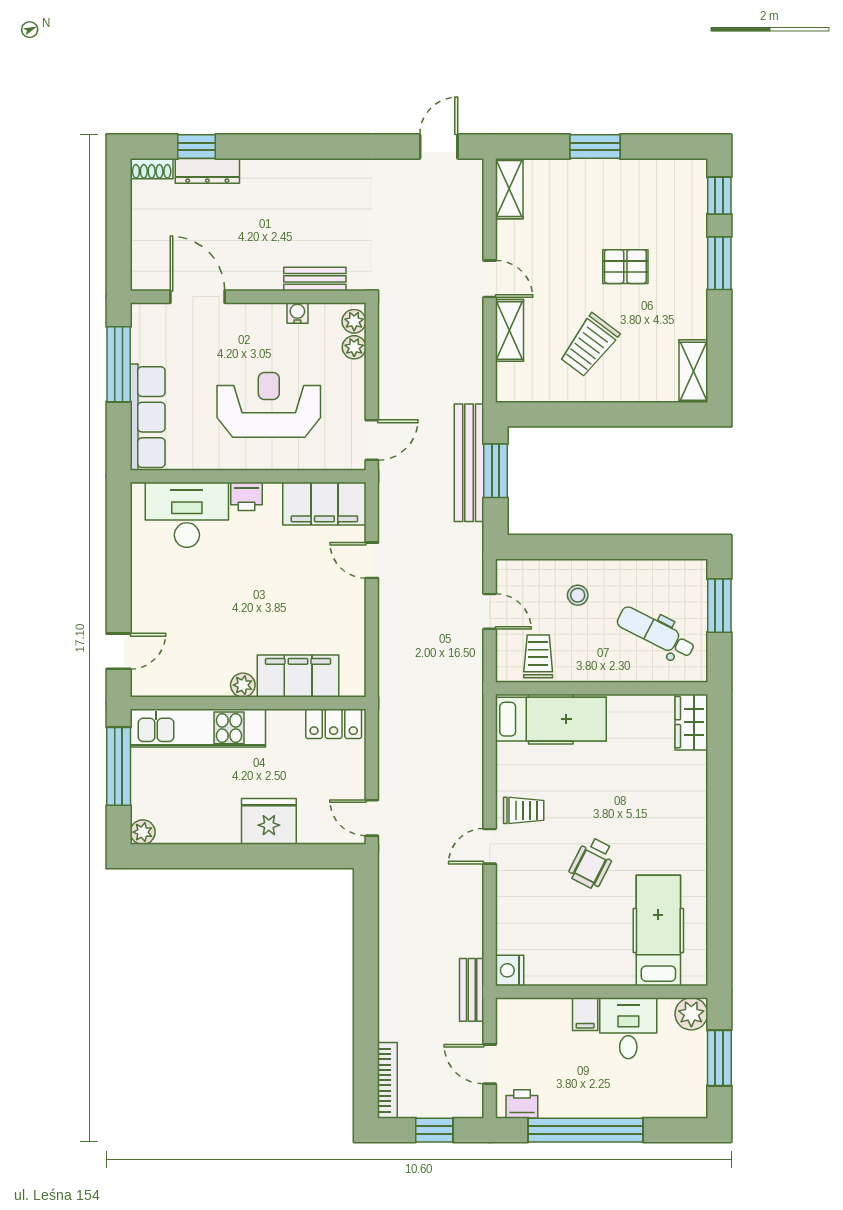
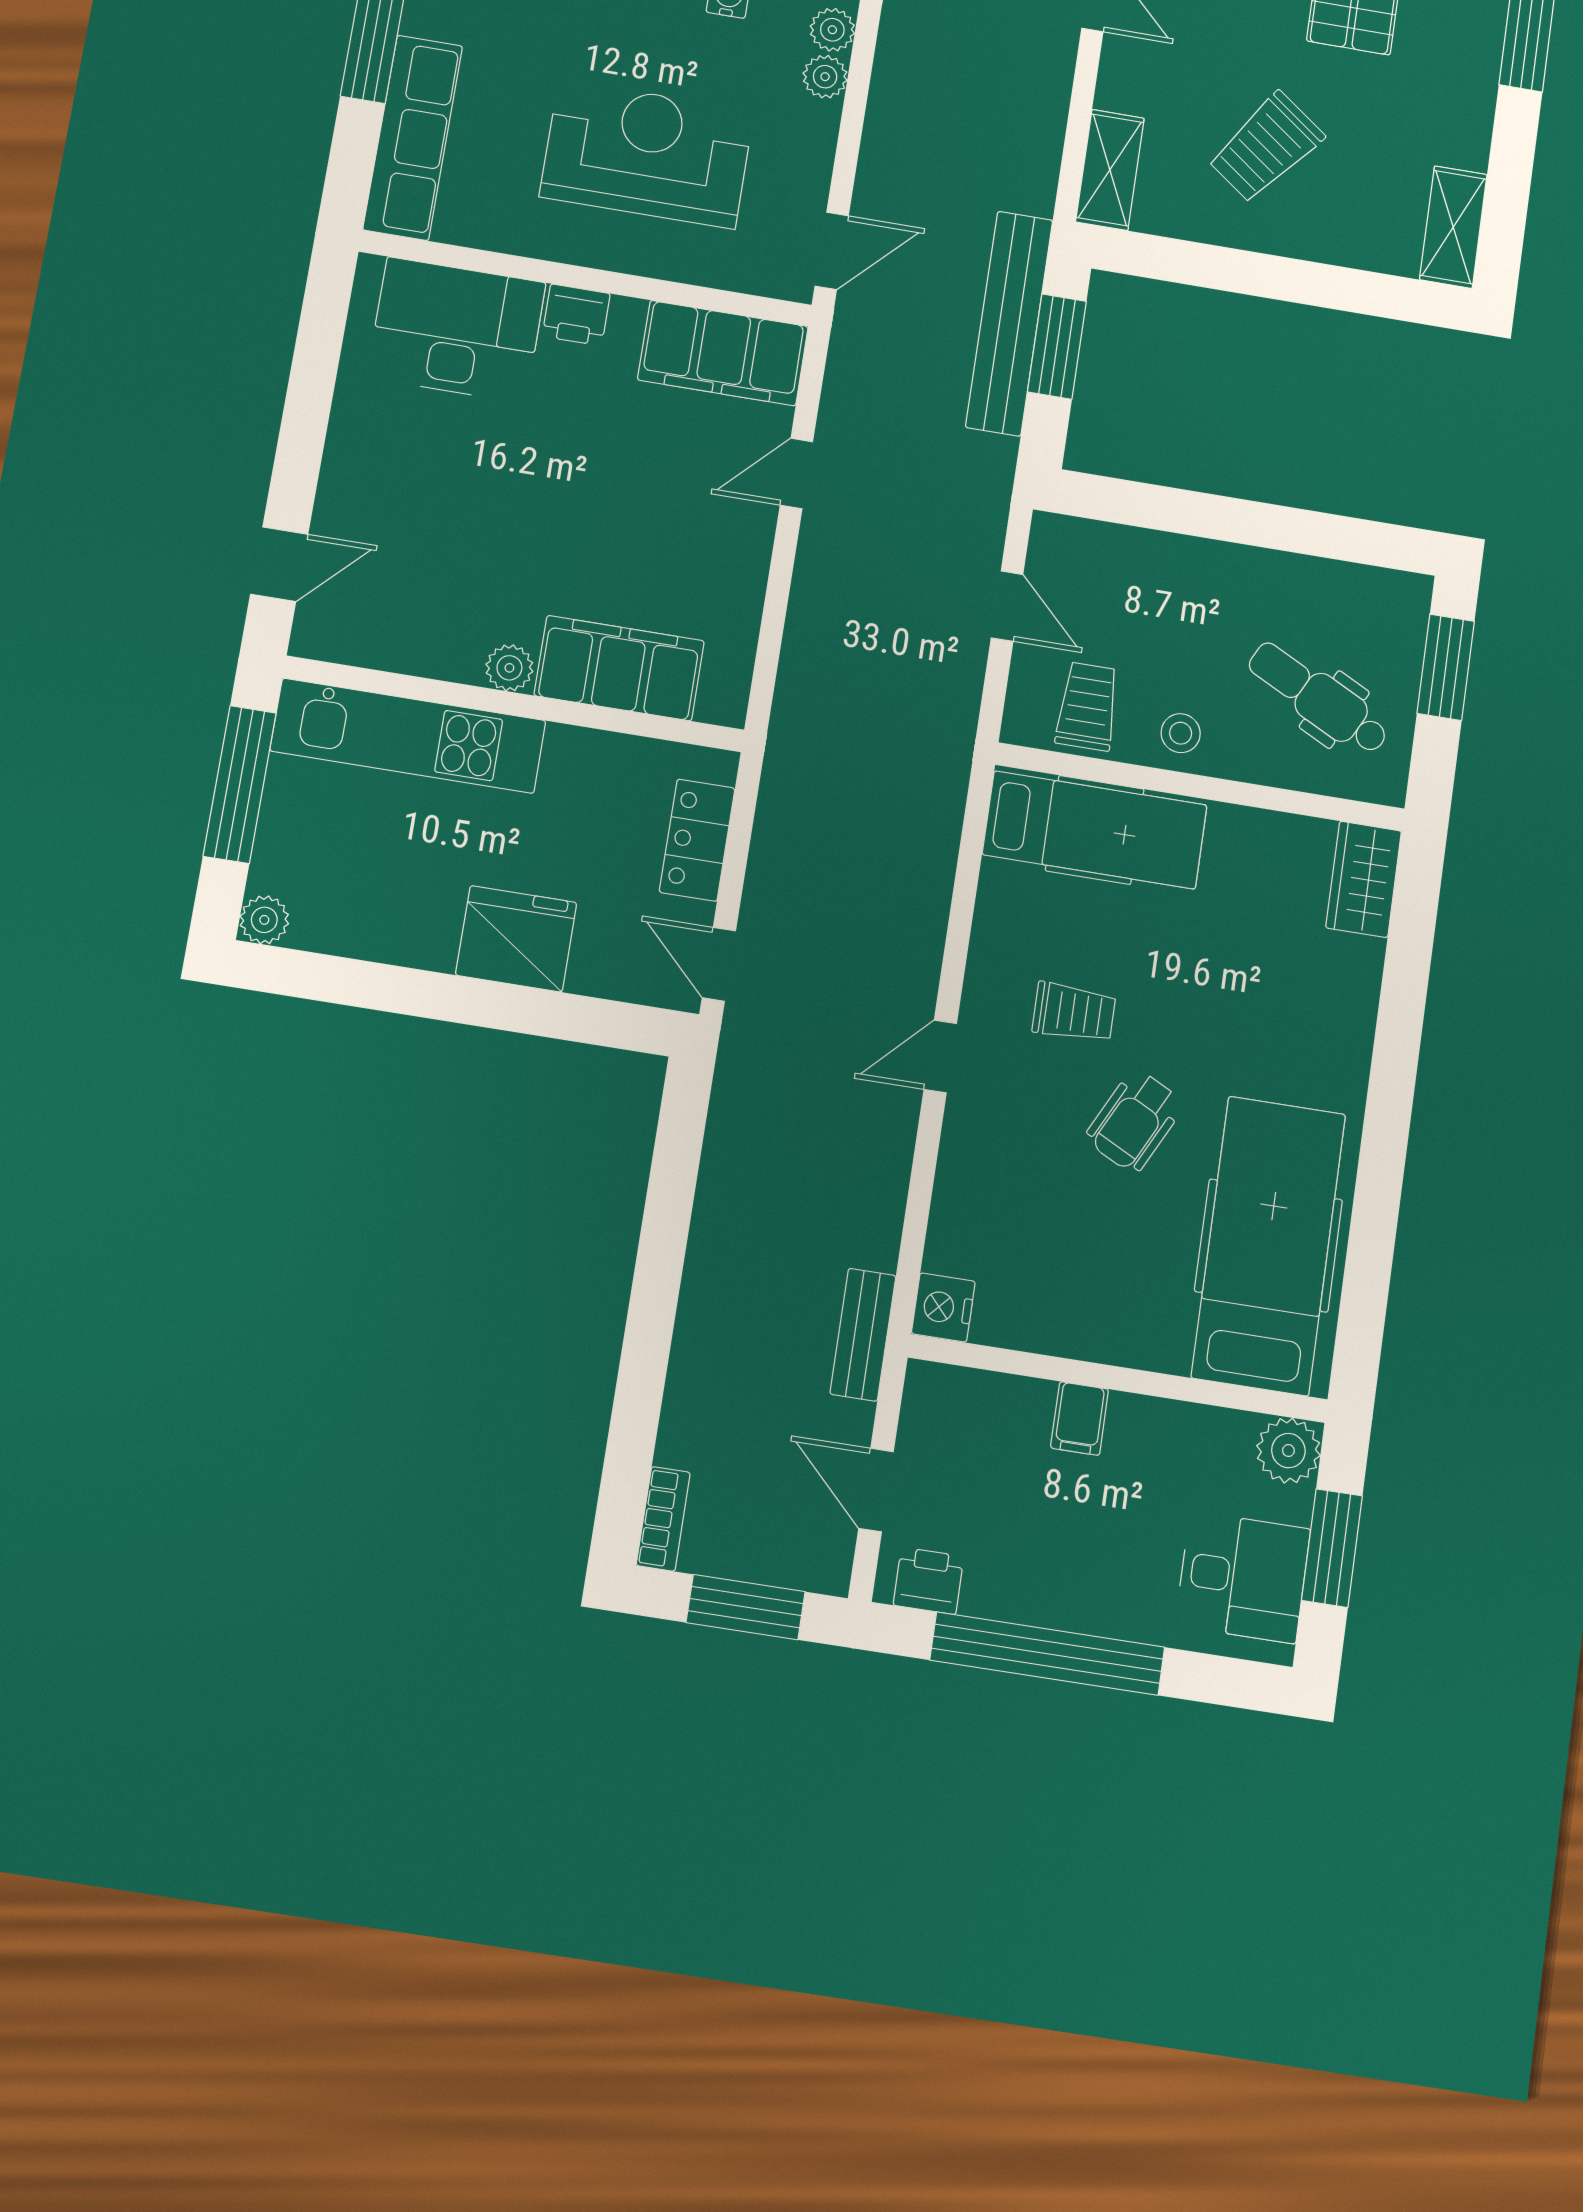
shelving: (509, 330) -> (1110, 170), moved
door: (372, 560) -> (796, 473), hinge flipped
stool: (578, 595) -> (1181, 733), moved
locker: (334, 724) -> (697, 840), moved, turned 90
trolley: (524, 810) -> (1074, 1012), moved
hospital bed: (658, 930) -> (1269, 1245), width x1.37, depth x1.29
desk: (628, 1028) -> (1243, 1577), moved, turned 90
bookcase: (387, 1080) -> (663, 1519), width x0.64
window: (434, 1130) -> (746, 1607), width x1.50

